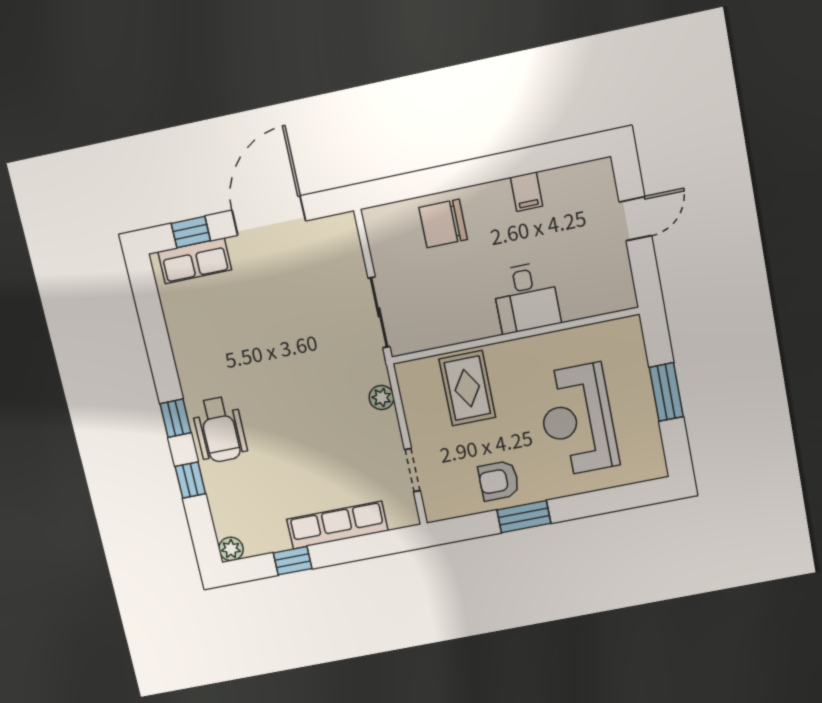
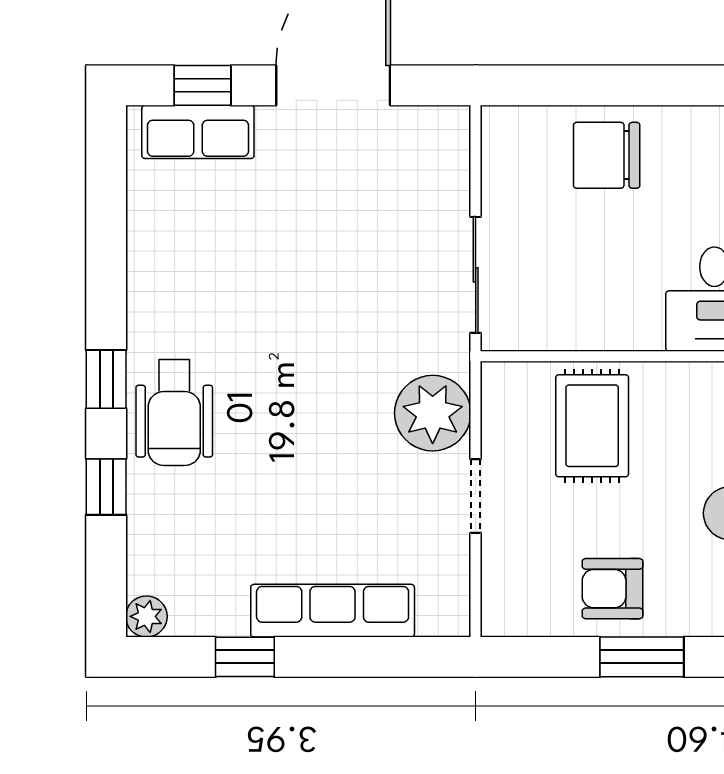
plant: (381, 397) -> (433, 413), width x1.87, depth x1.87
doorway: (412, 470) -> (476, 496), moved

